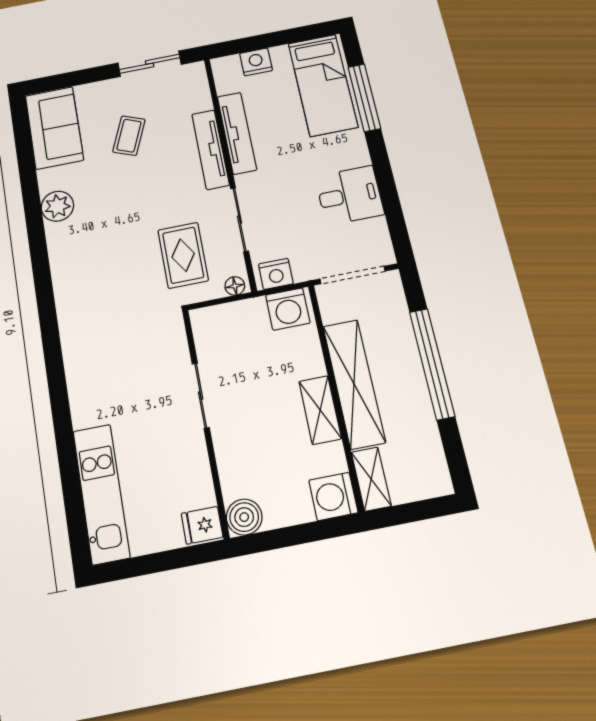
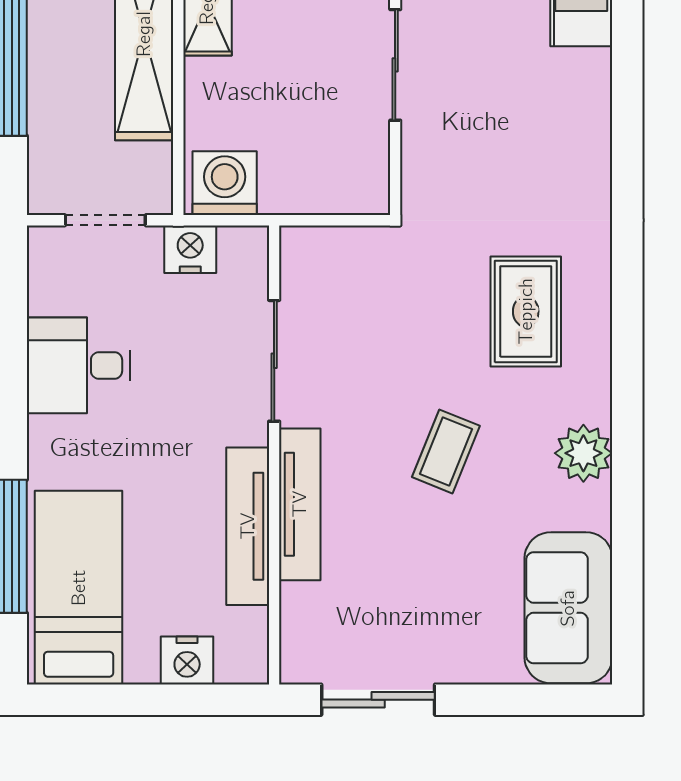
coffee table: (129, 136) -> (446, 451), moved
rug: (183, 255) -> (526, 311), moved
nightstand: (276, 274) -> (190, 249), moved
doorway: (353, 275) -> (105, 220), width x0.73
floor lamp: (235, 286) -> (305, 242), removed

